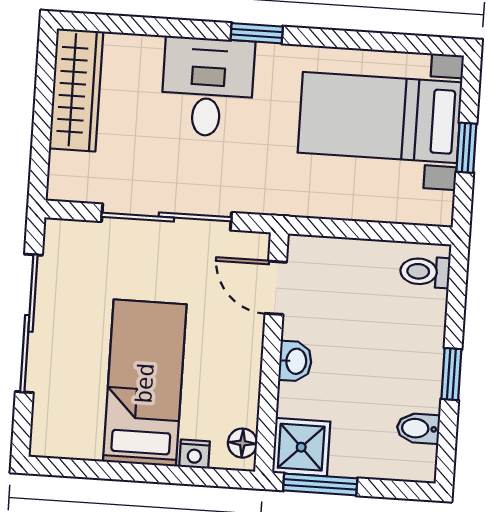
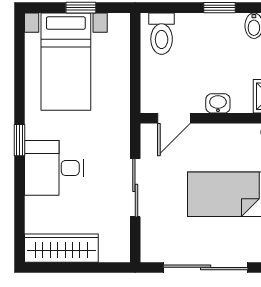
sliding door: (166, 217) -> (135, 188), width x0.73
toilet: (425, 272) -> (162, 34), width x1.37, depth x1.39

